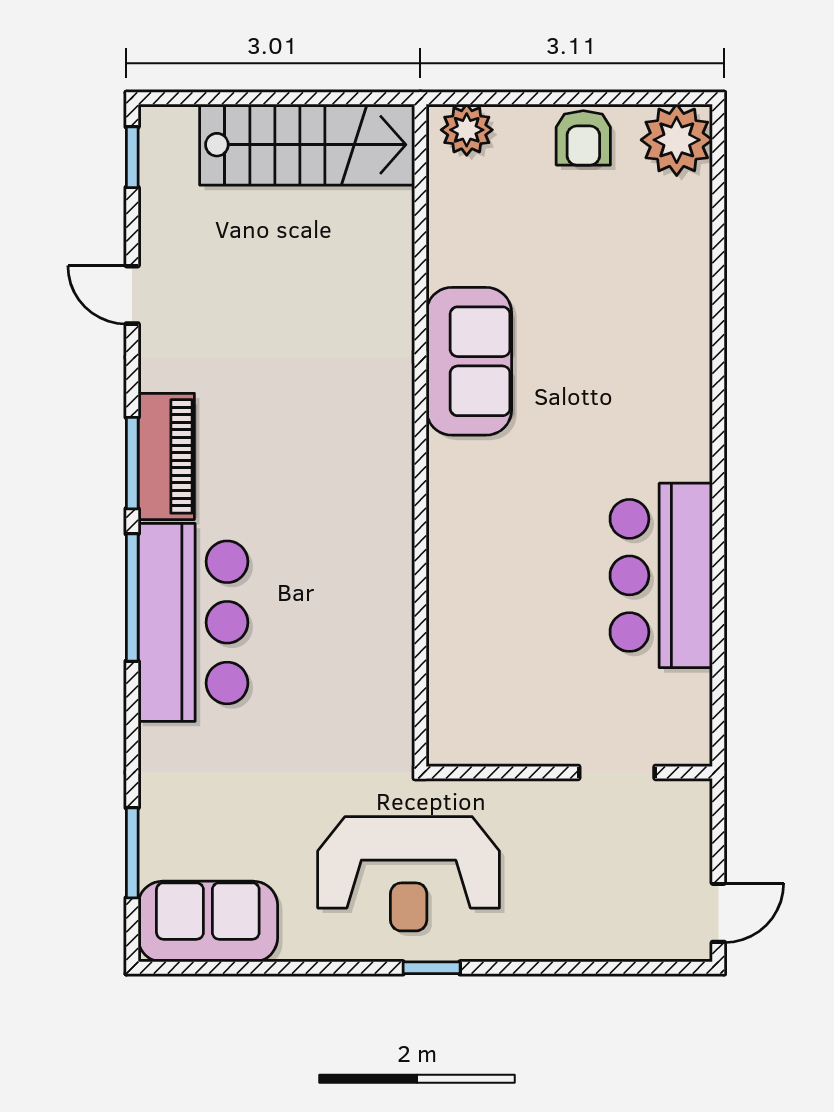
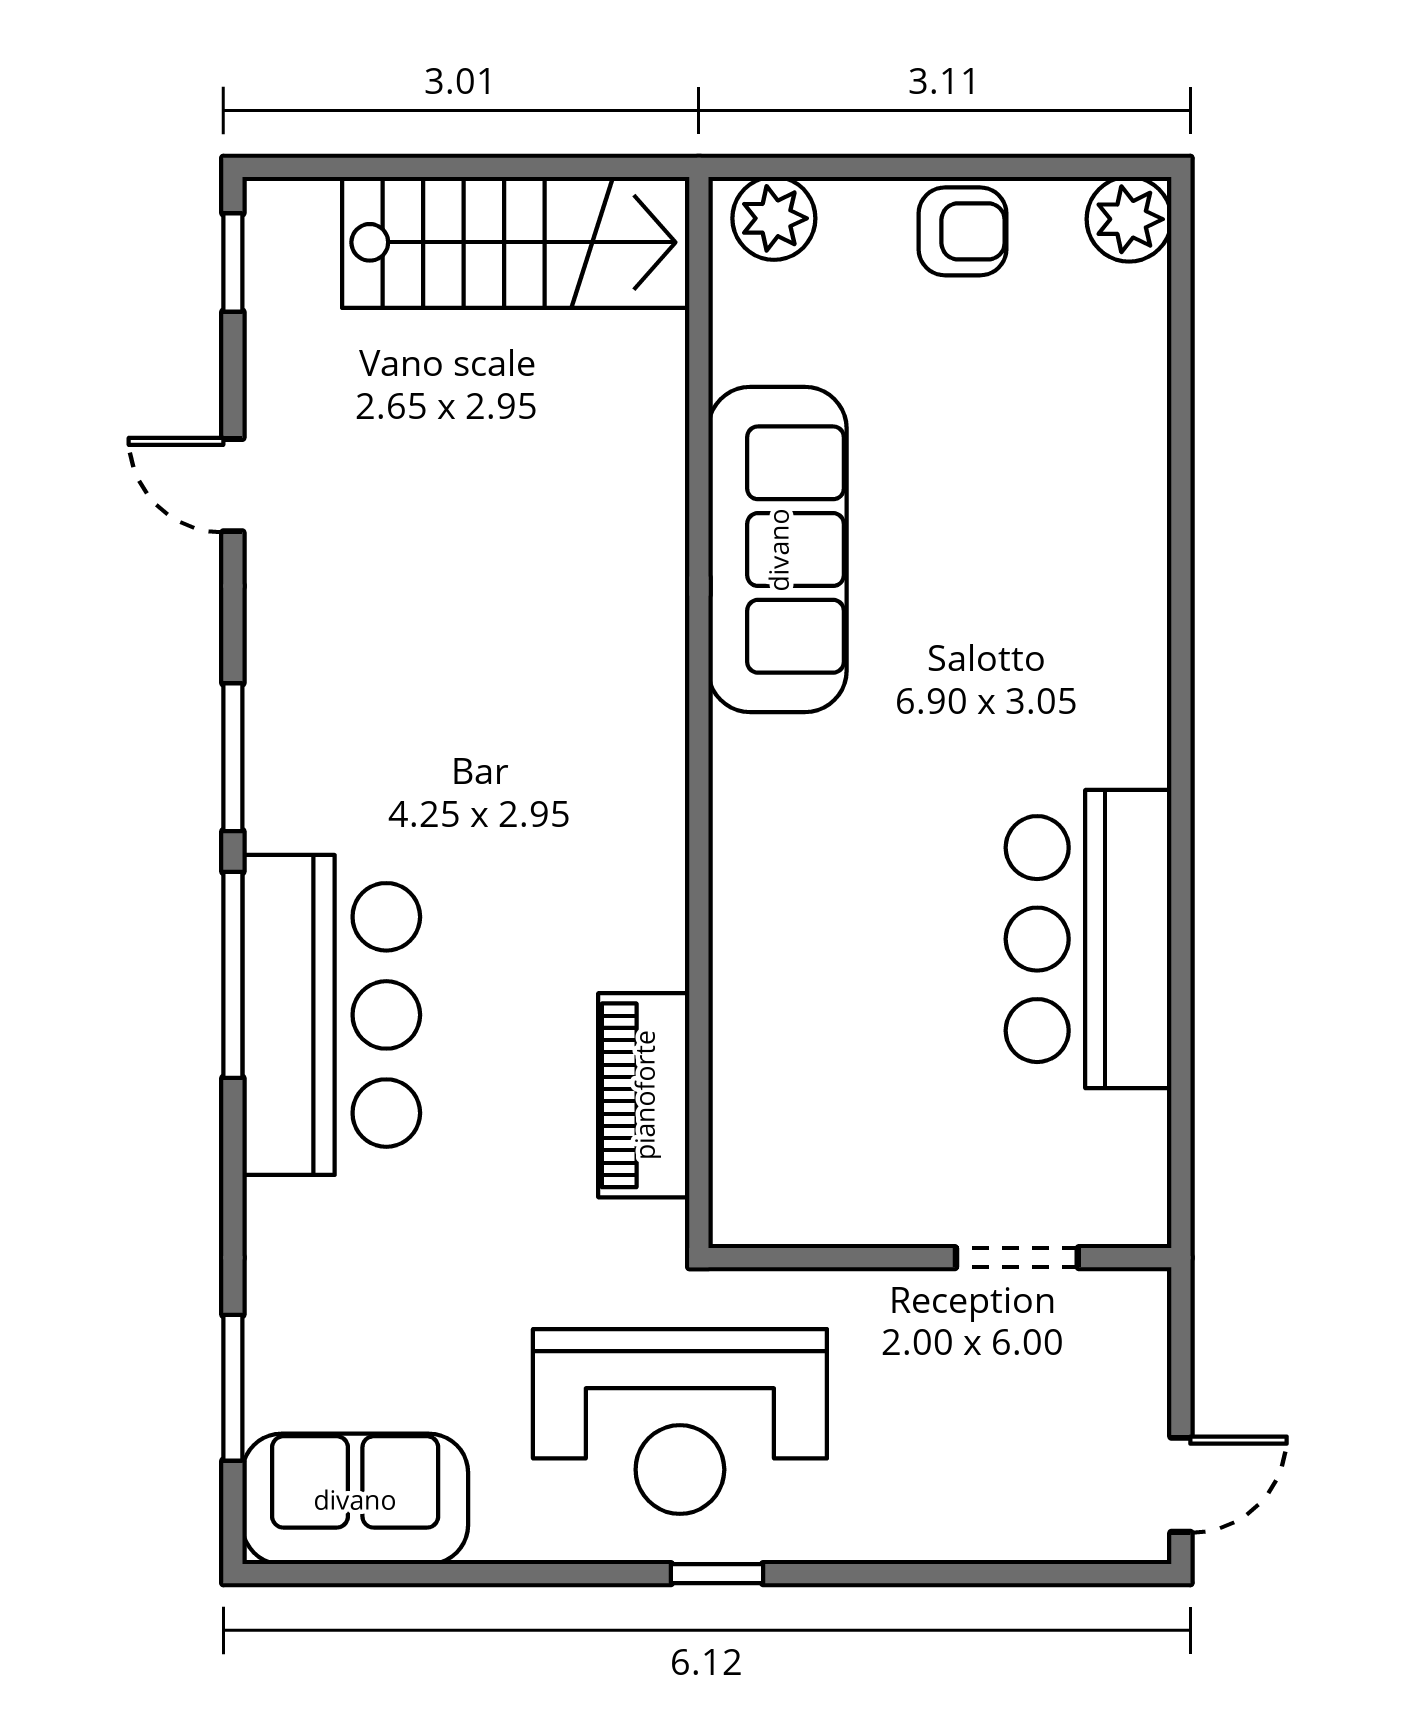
armchair: (583, 138) -> (963, 231), turned -90
plant: (677, 140) -> (1129, 219), width x0.73, depth x0.73
sofa: (469, 361) -> (778, 550), width x1.36
piano: (166, 456) -> (644, 1095), moved, turned 180

